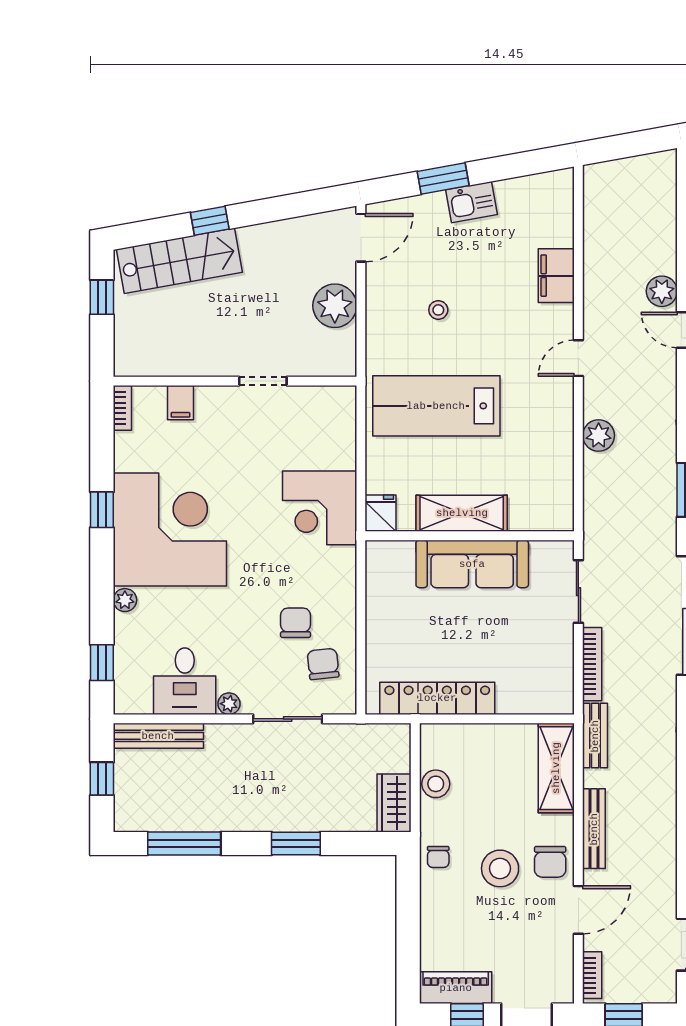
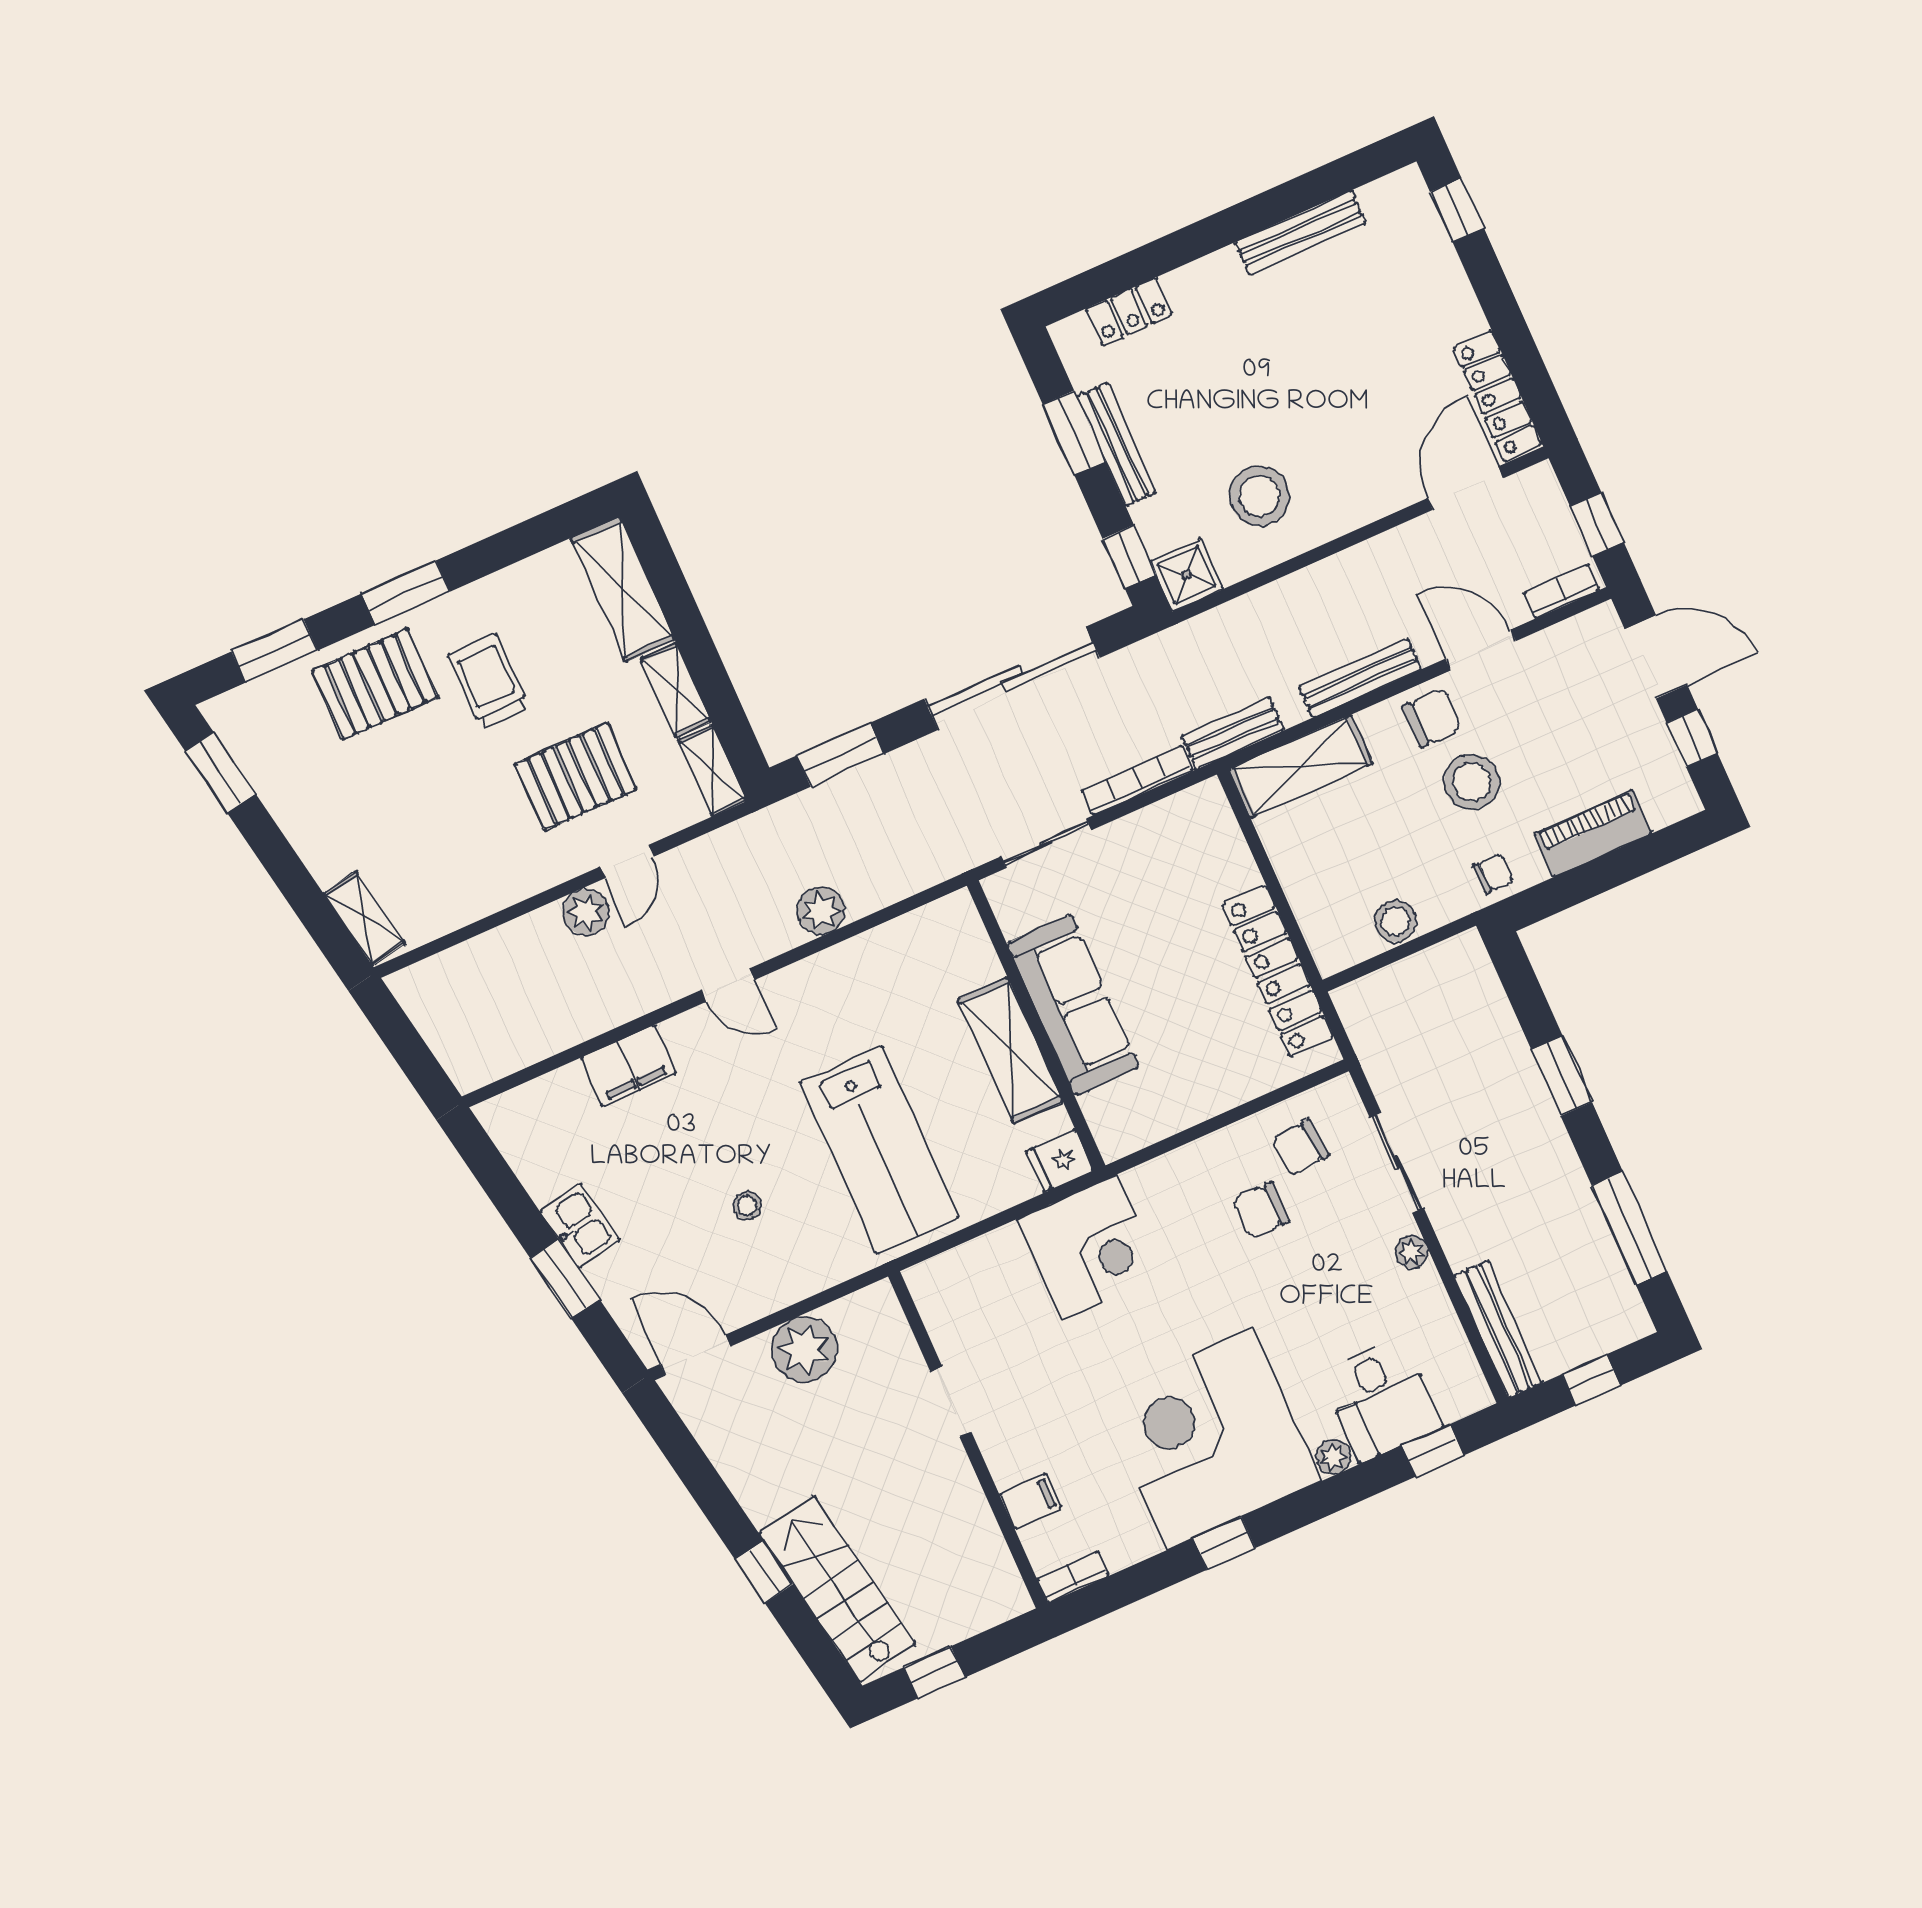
desk: (185, 681) -> (1381, 1400), moved, turned 90
wardrobe: (394, 803) -> (1447, 966), removed
piano: (456, 988) -> (1593, 833), moved, turned 90

